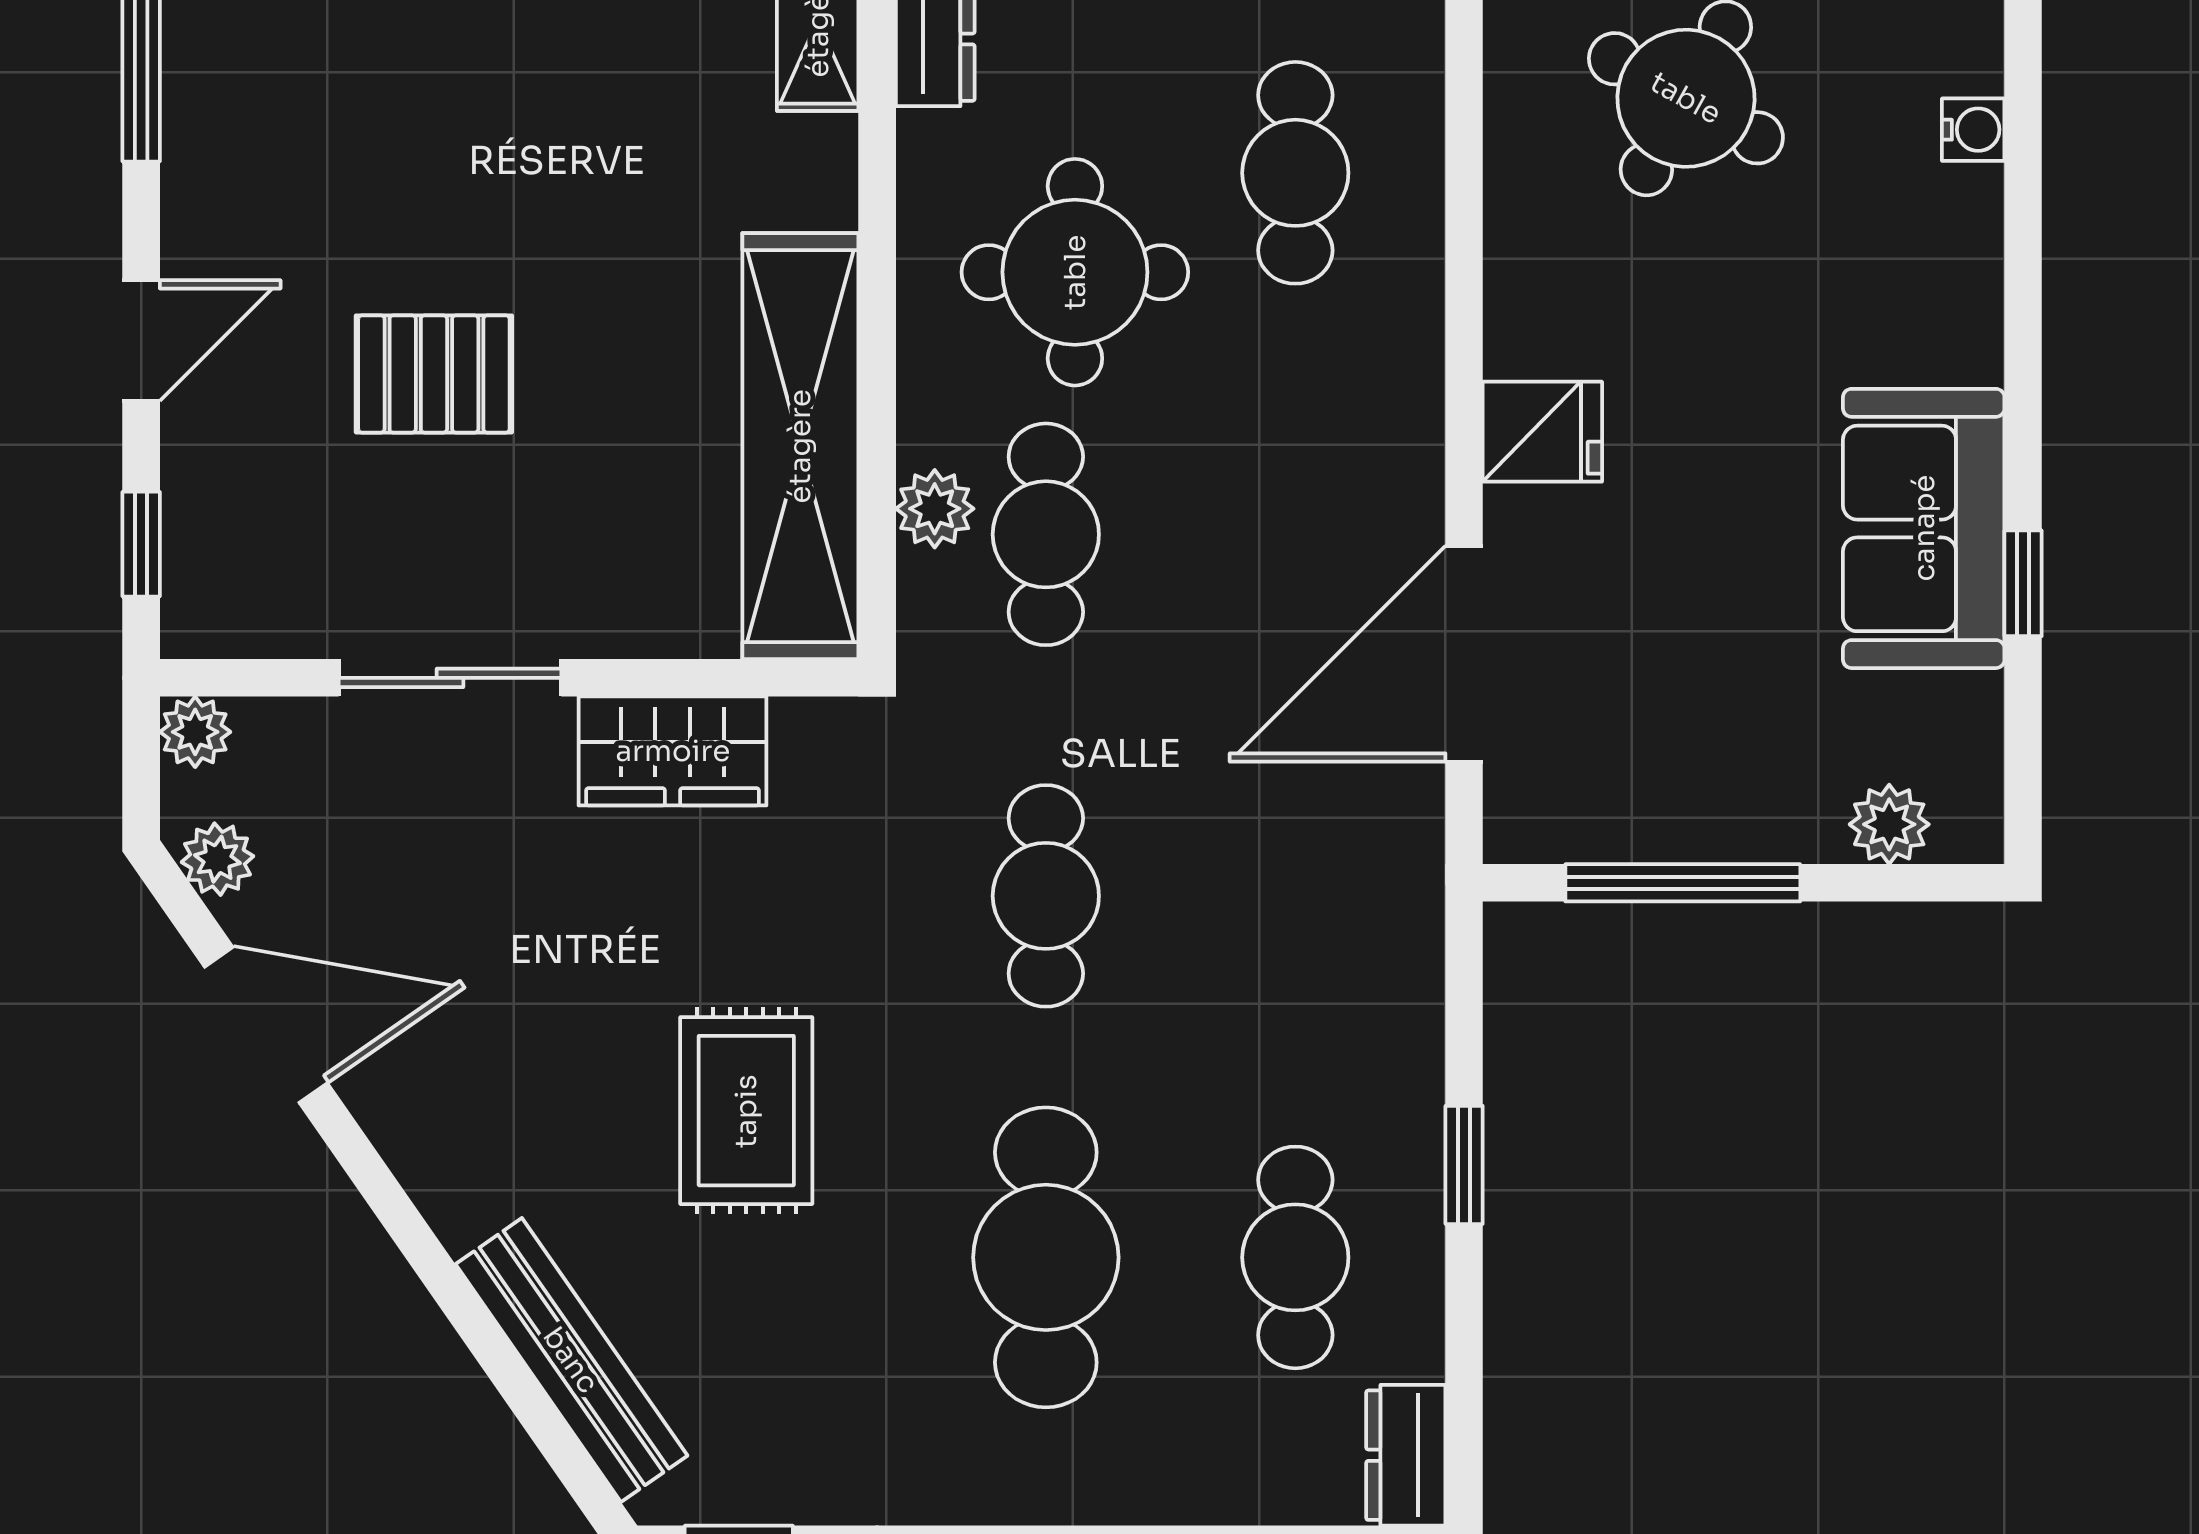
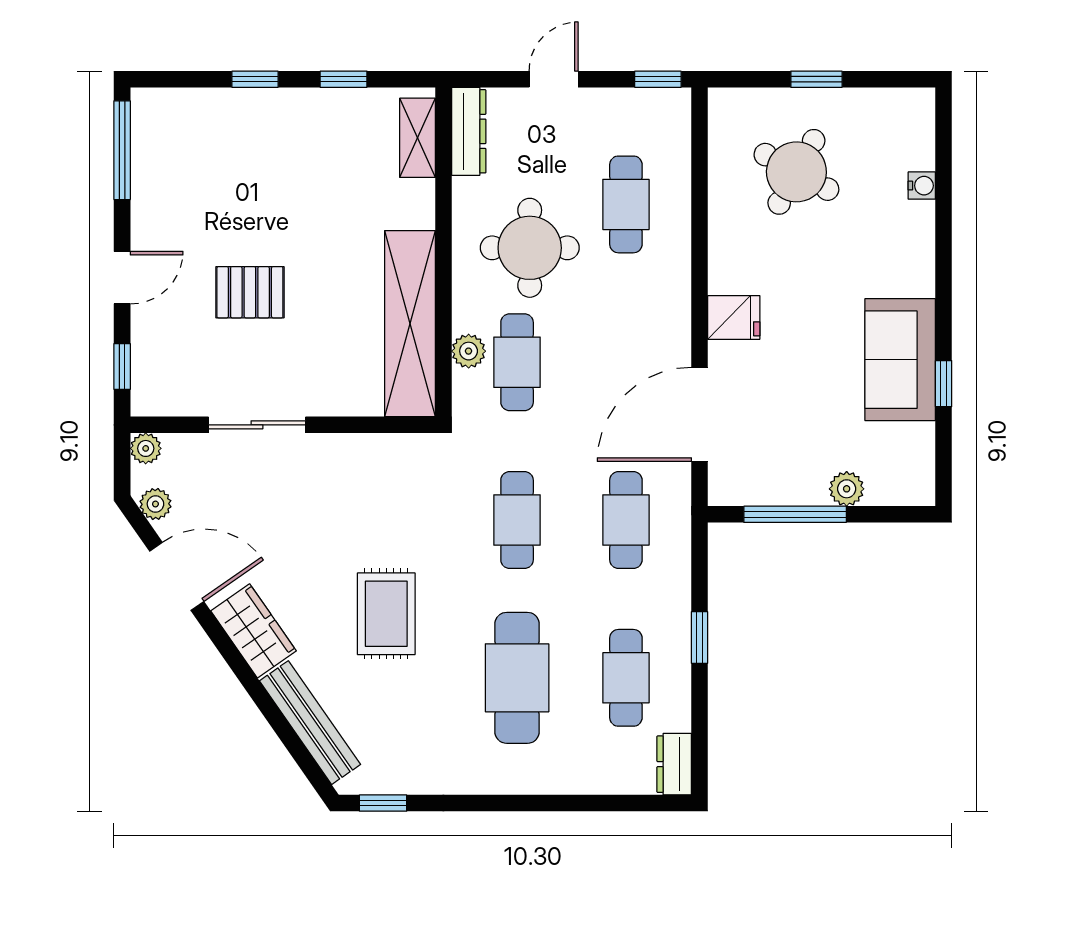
wardrobe: (673, 751) -> (254, 631), moved, turned -125
plant: (1889, 824) -> (847, 489), moved
cafe table: (1295, 896) -> (626, 520), added

